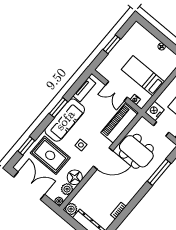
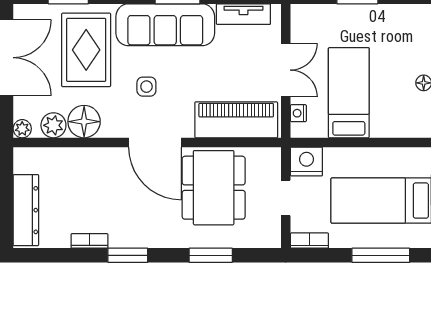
double door: (116, 91) -> (286, 70), swing flipped
window: (159, 172) -> (211, 255), width x0.69
window: (135, 201) -> (128, 255), added
plant: (71, 209) -> (26, 160), removed

